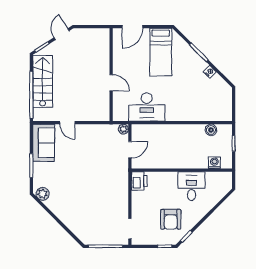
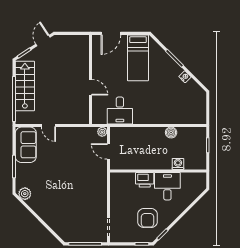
desk: (147, 107) -> (120, 110), width x0.73
boiler: (211, 130) -> (171, 133), moved
door: (130, 150) -> (108, 151), swing flipped
washing machine: (214, 163) -> (178, 164), moved
printer: (139, 181) -> (145, 180), moved, turned 90

